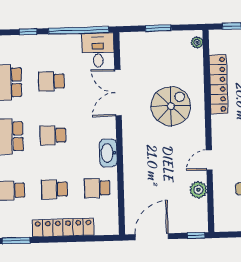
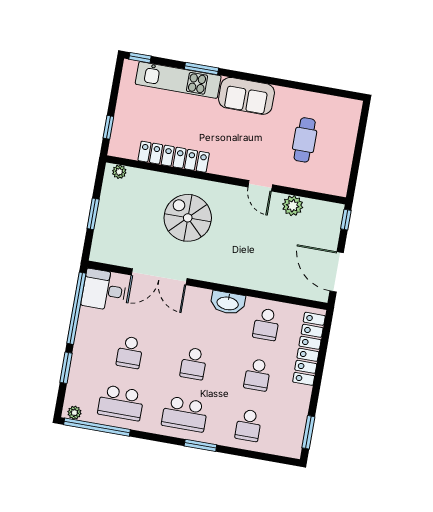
window: (28, 32) -> (66, 368), width x1.50
locker: (63, 228) -> (309, 349), moved

